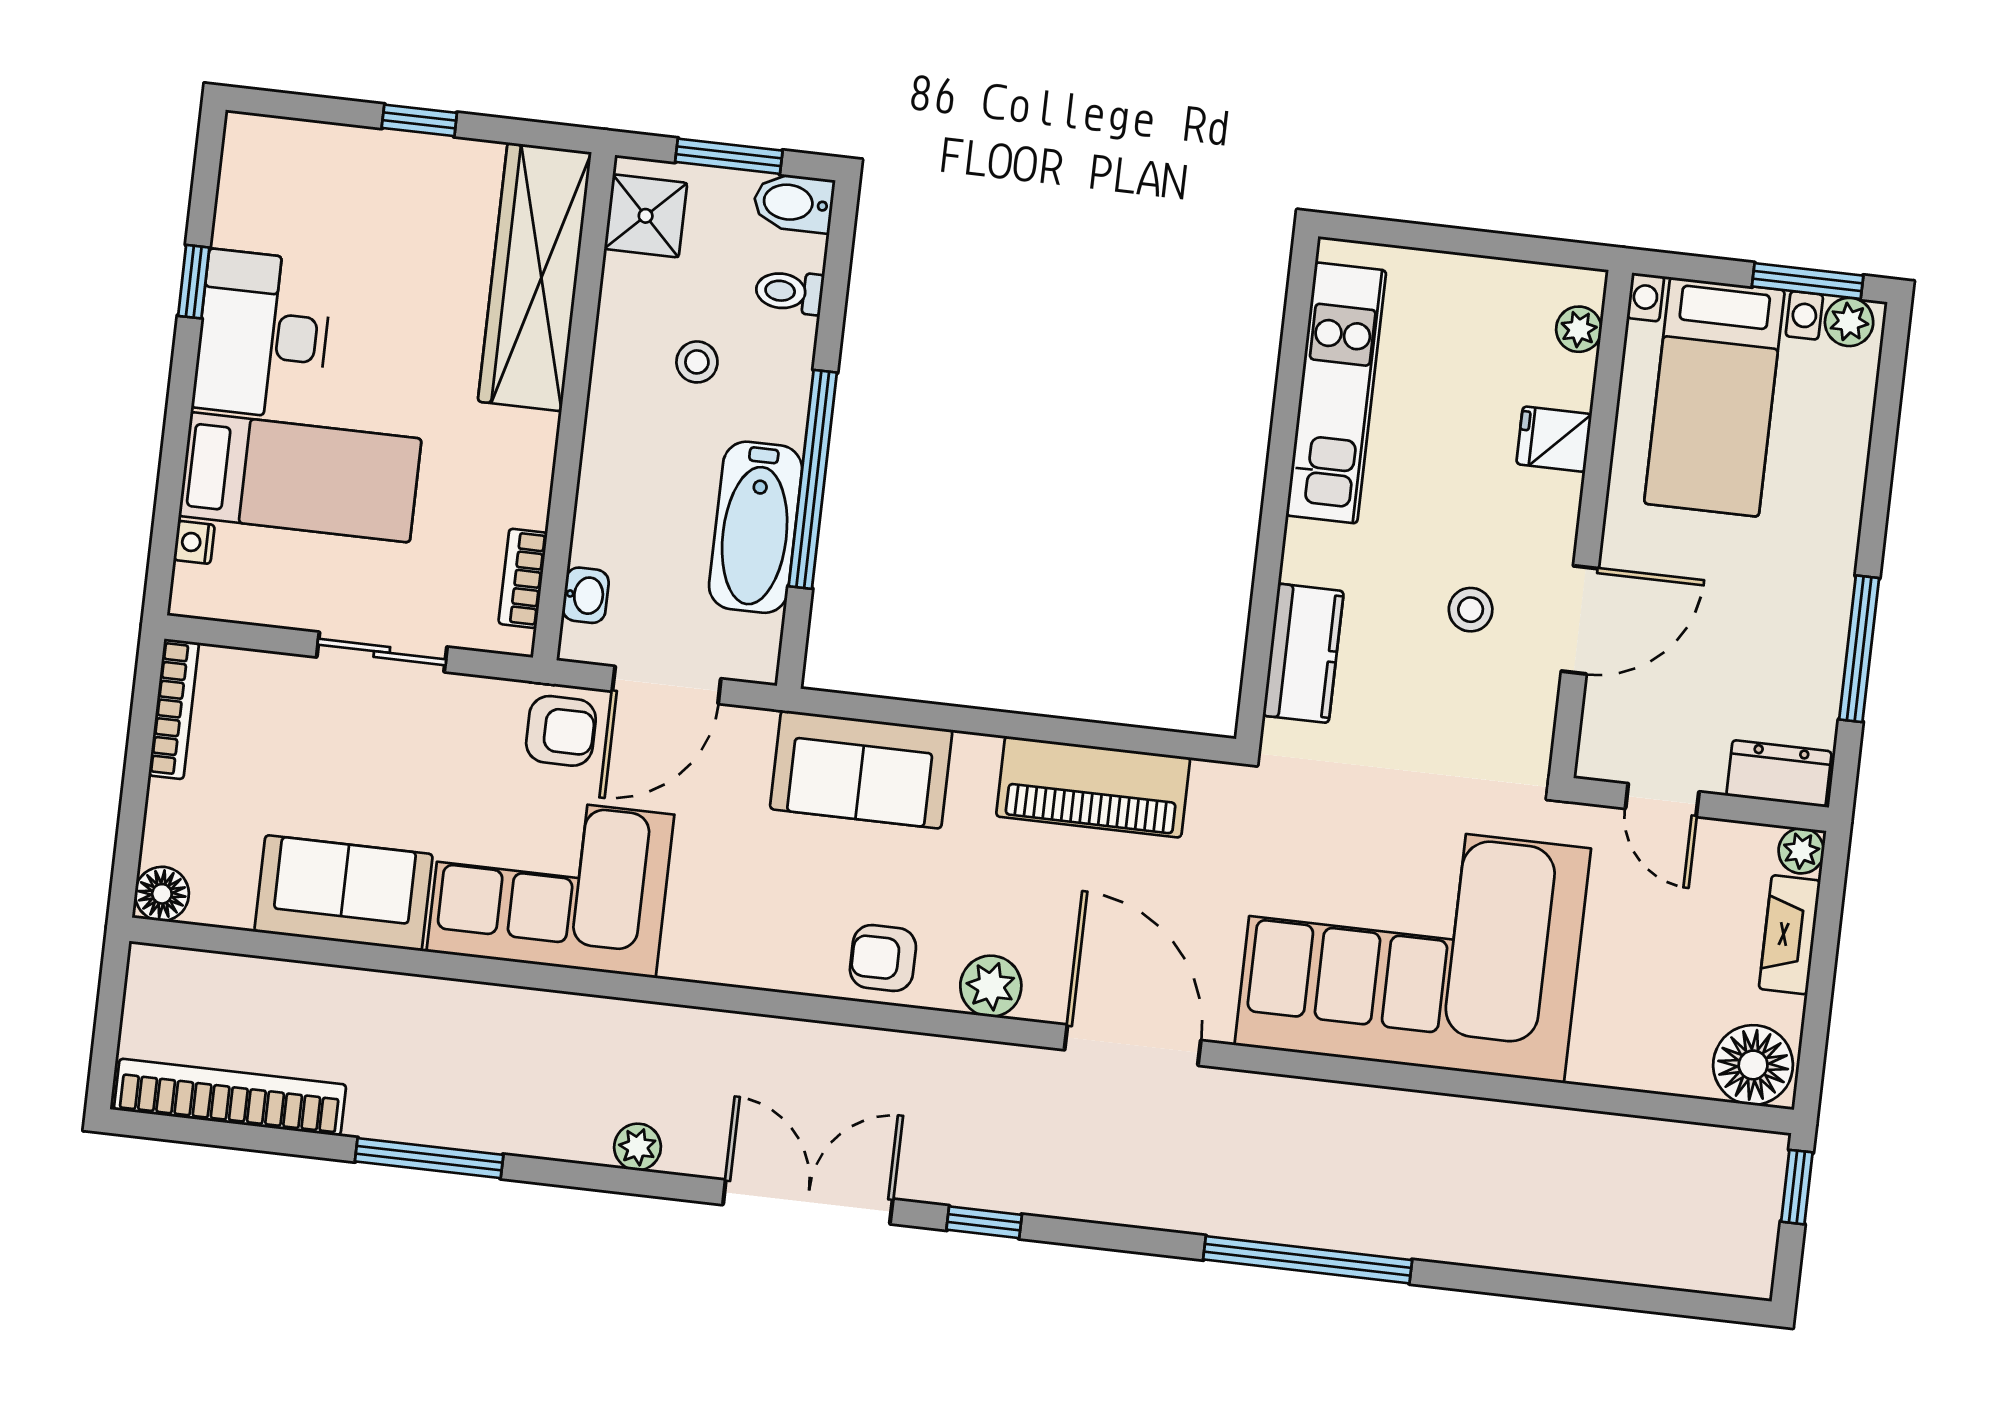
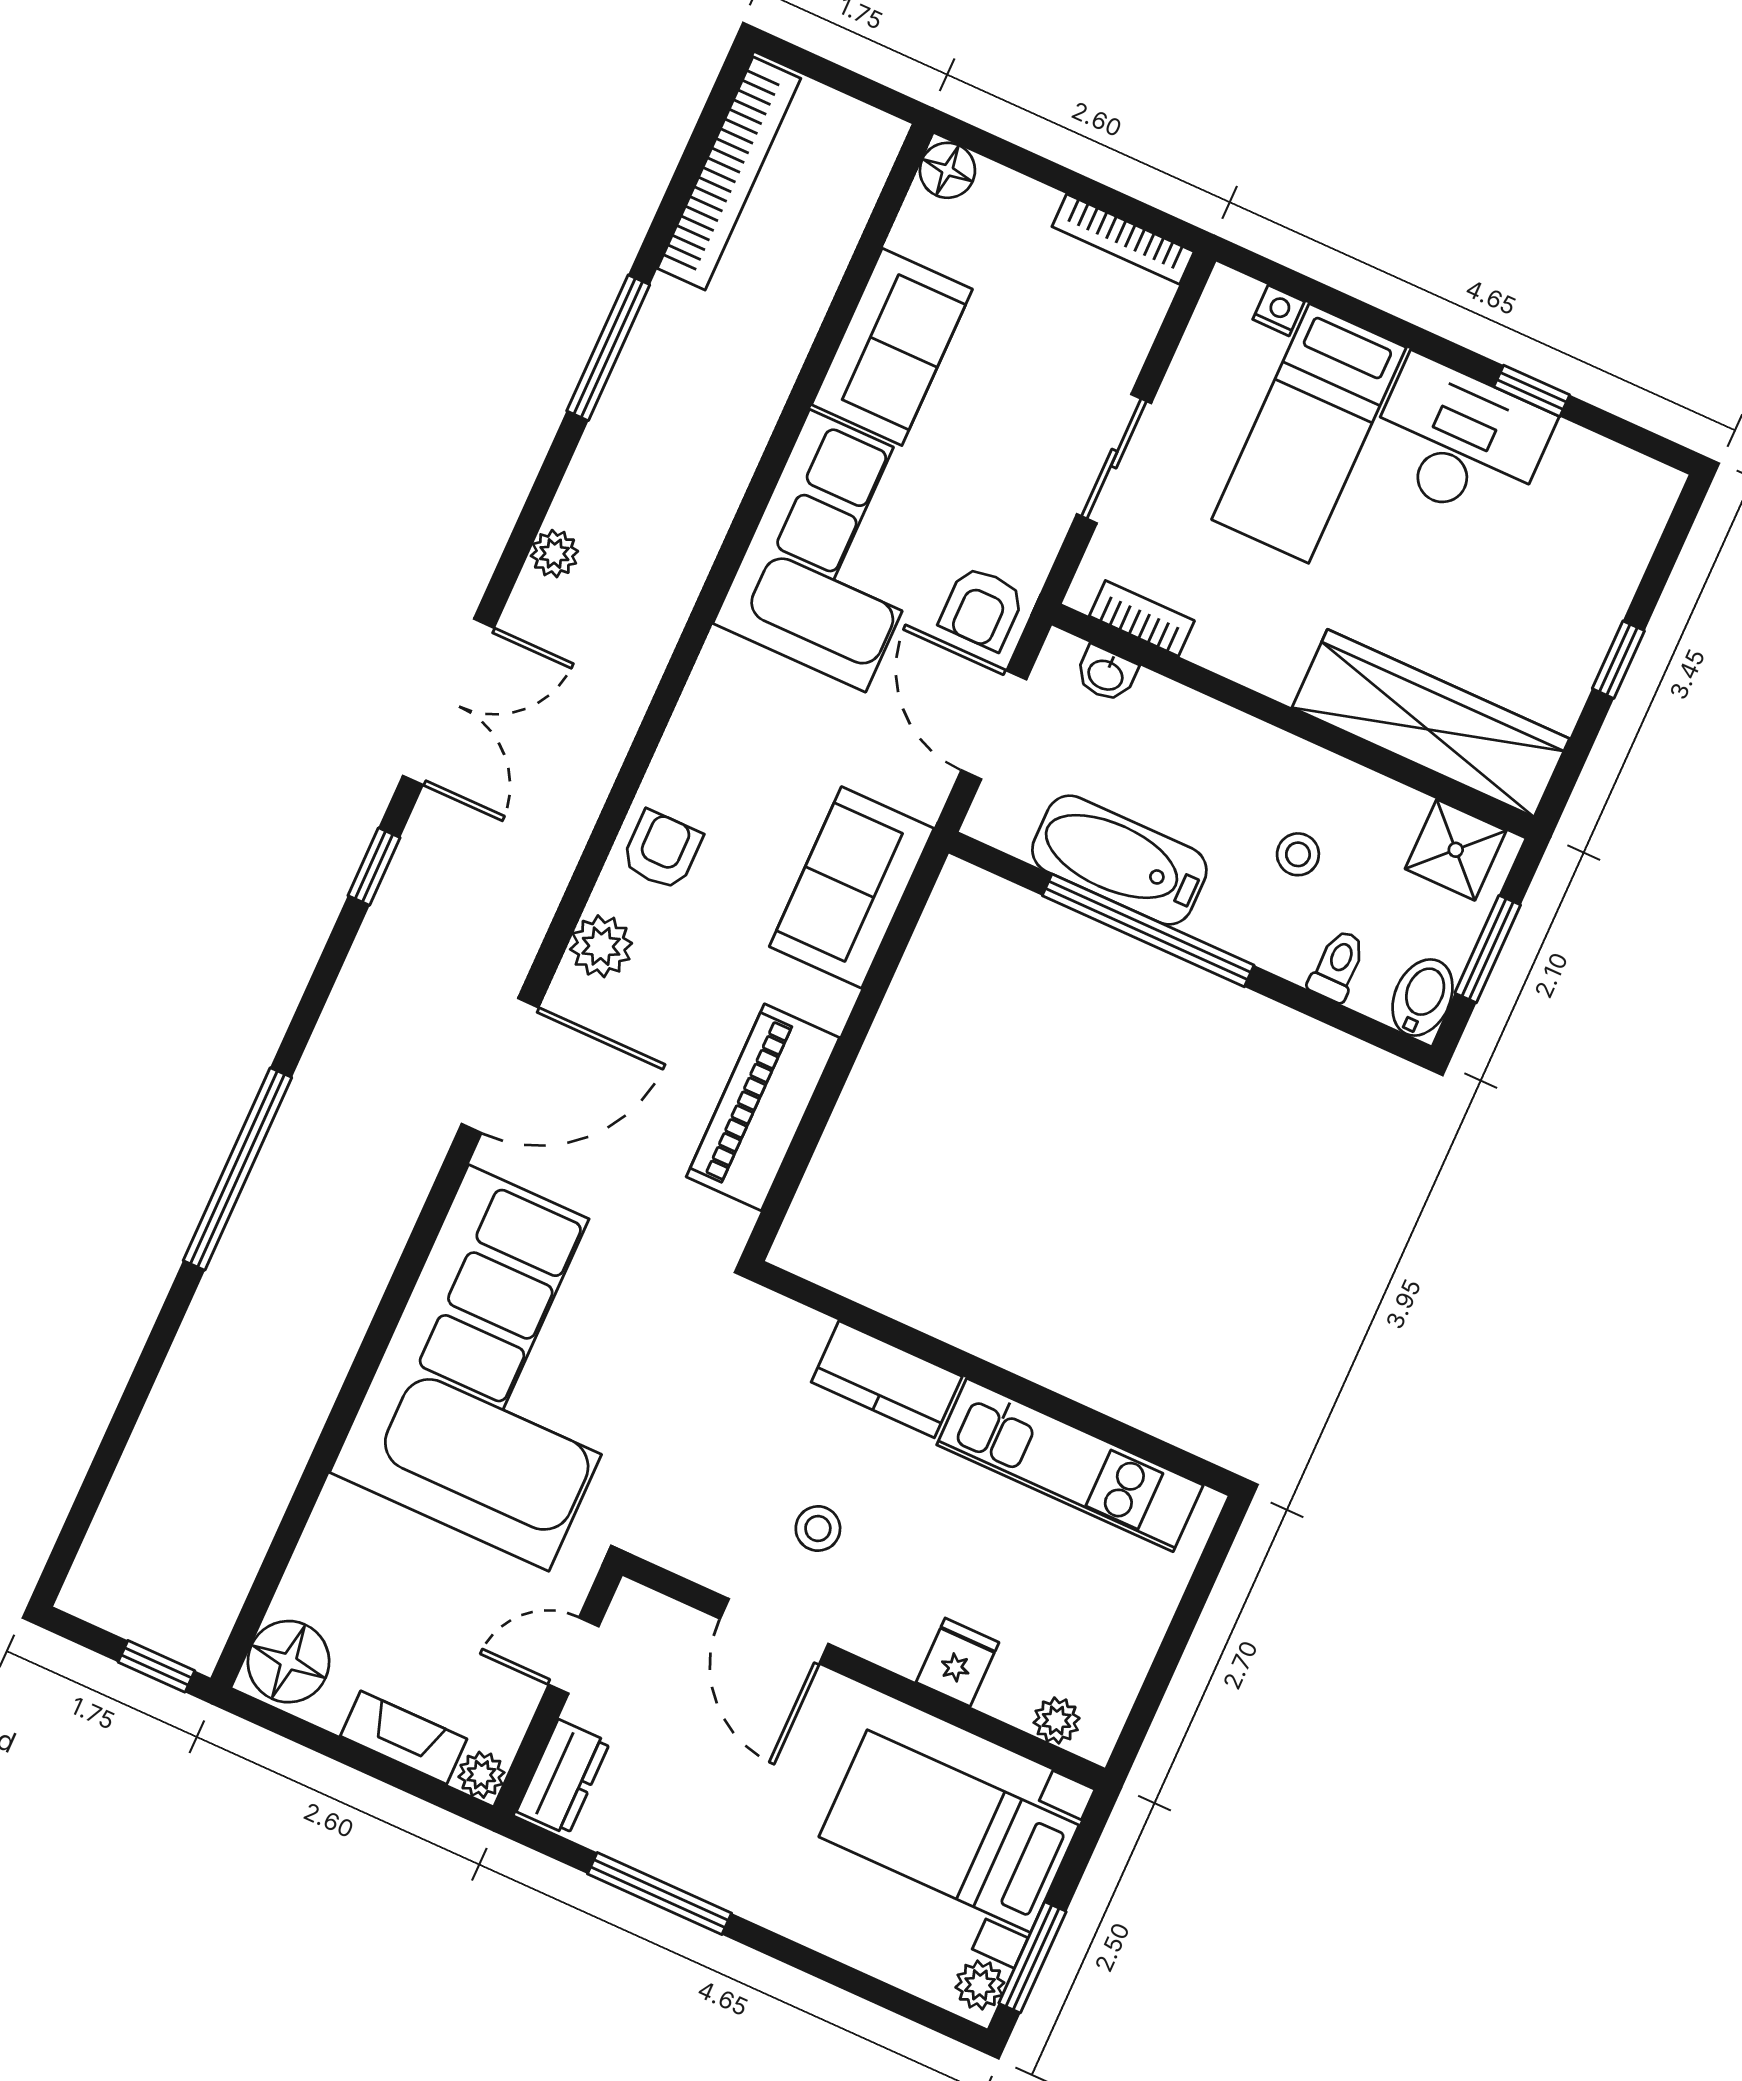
kitchen counter: (1303, 653) -> (887, 1379), moved

